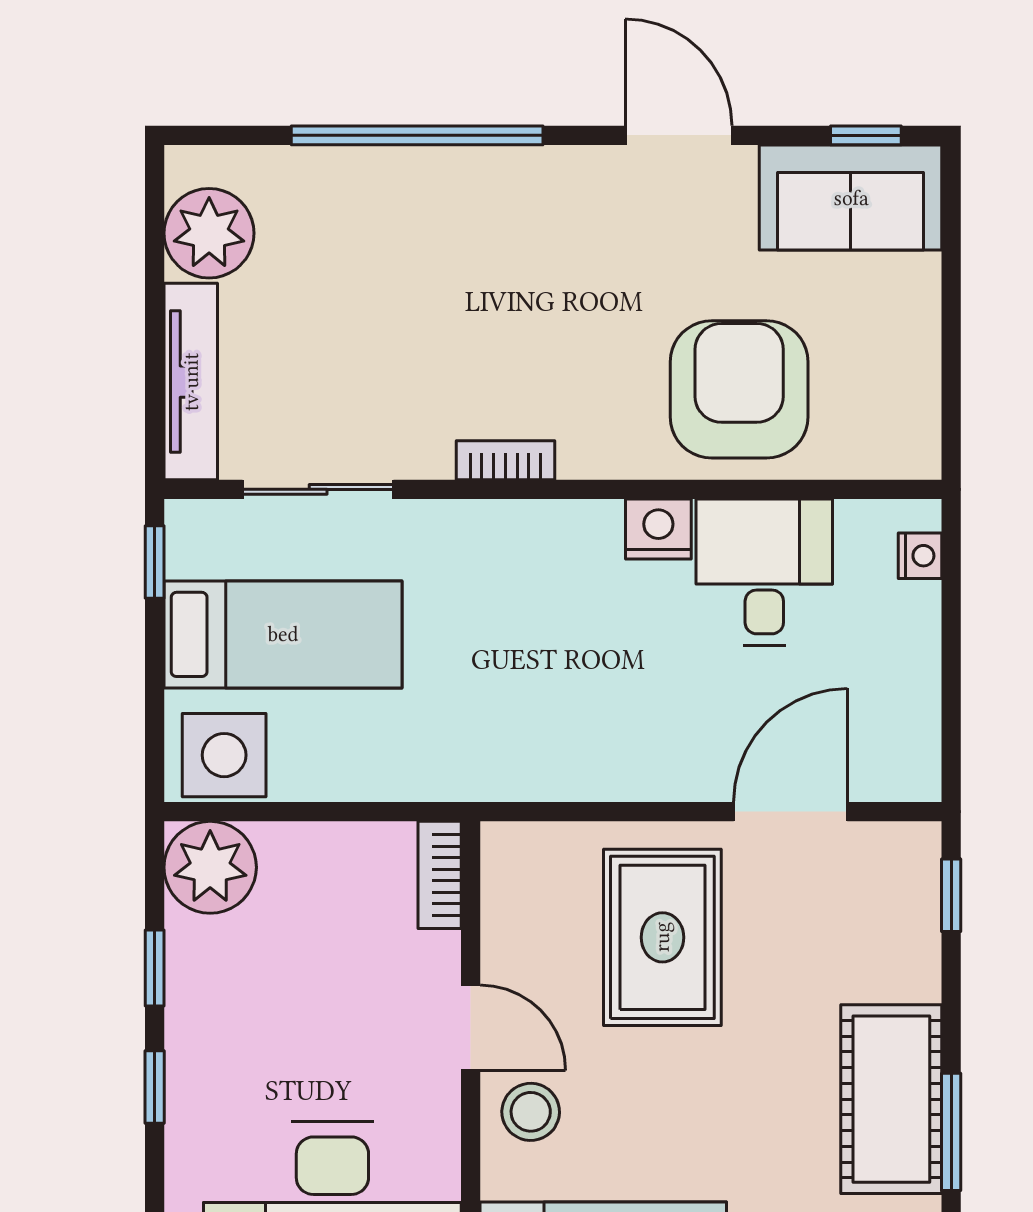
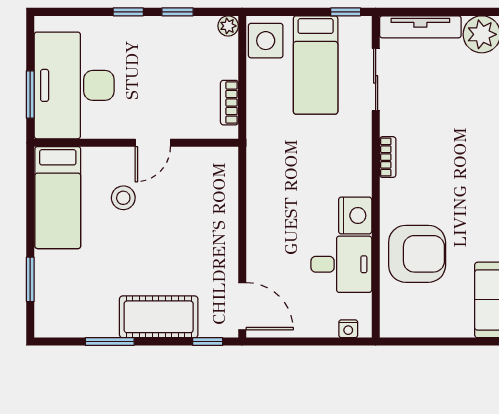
nightstand: (658, 529) -> (355, 216), width x1.36, depth x1.33
door: (791, 812) -> (242, 306), moved
plant: (210, 867) -> (228, 26), width x0.53, depth x0.53
bookcase: (440, 875) -> (229, 103), moved, turned -90
rug: (662, 937) -> (190, 222), removed
cot: (891, 1099) -> (159, 317), moved
stool: (531, 1112) -> (123, 198), moved

